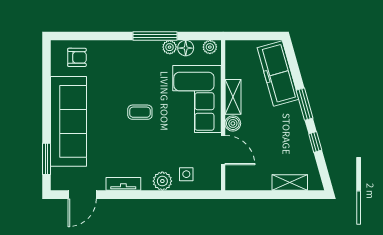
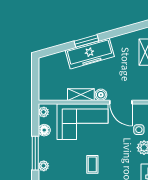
plant: (170, 47) -> (44, 166), moved
freezer: (278, 74) -> (90, 53), moved
window: (315, 142) -> (115, 33), removed
door: (223, 150) -> (121, 102), swing flipped

